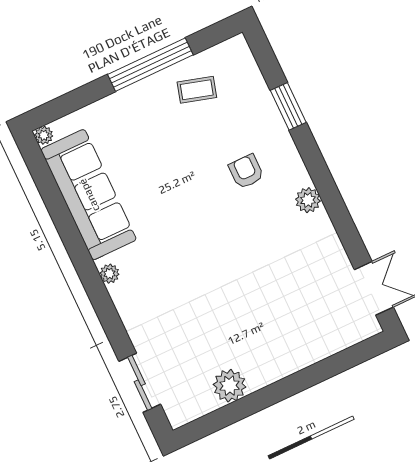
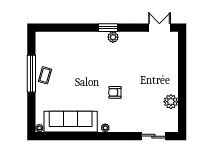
coffee table: (197, 90) -> (45, 75), moved
window: (288, 106) -> (108, 28), moved
armchair: (246, 171) -> (115, 92), moved

